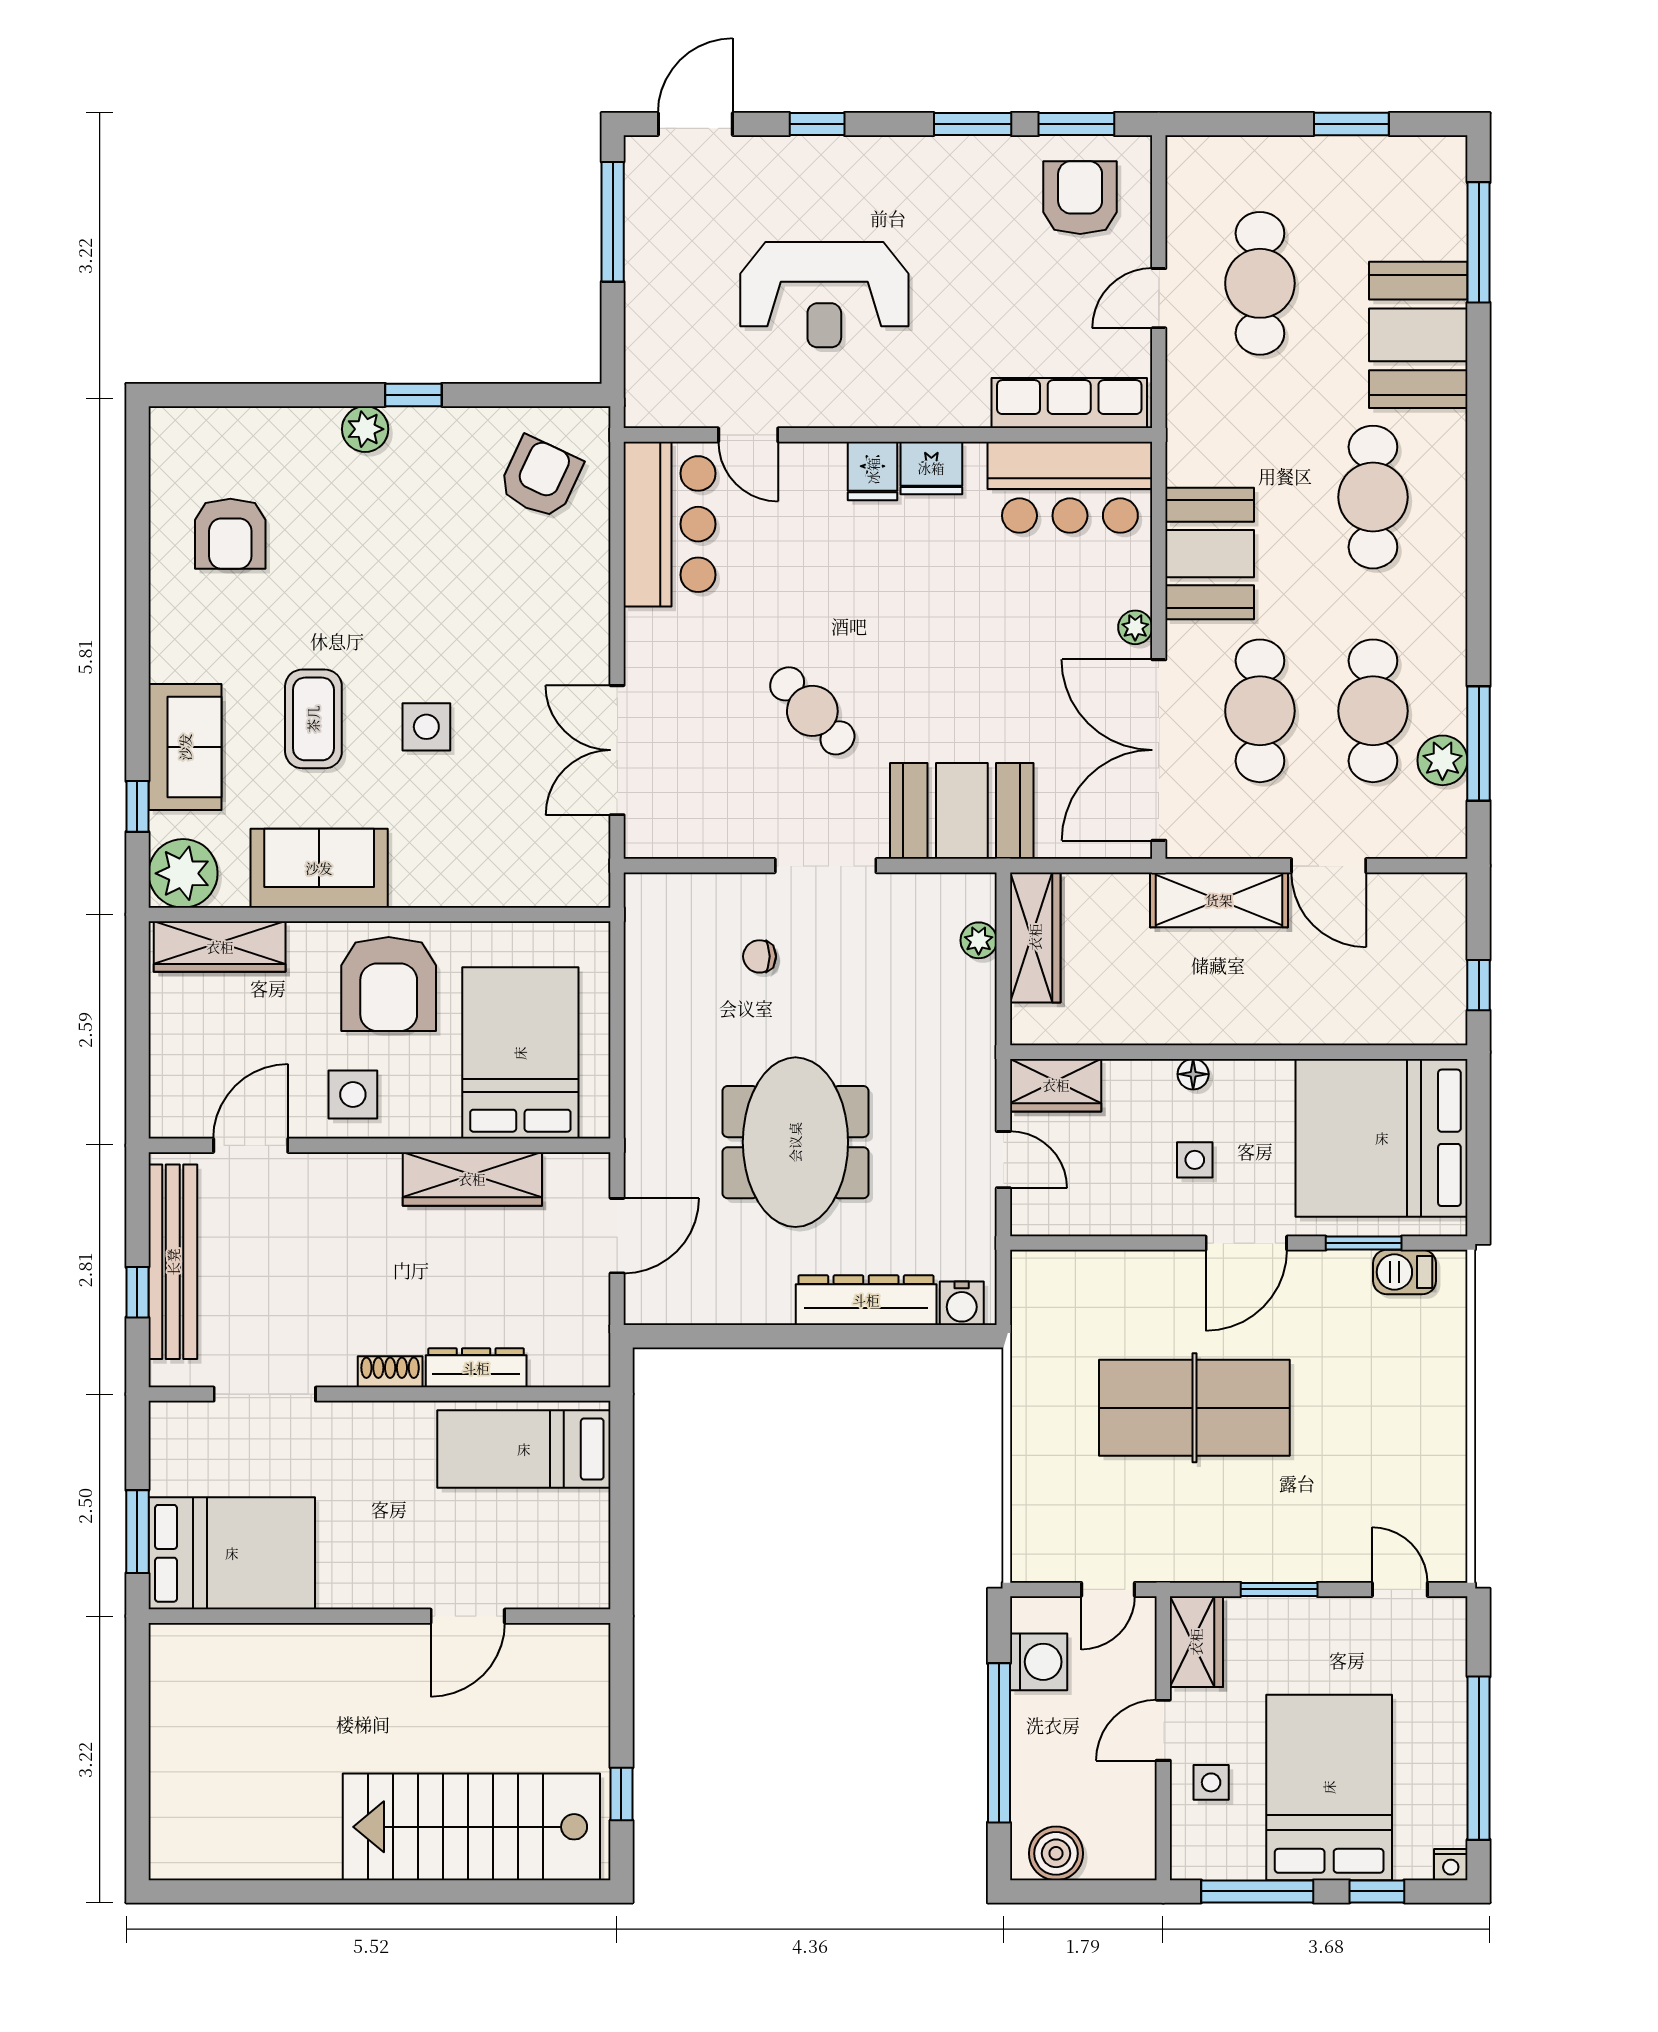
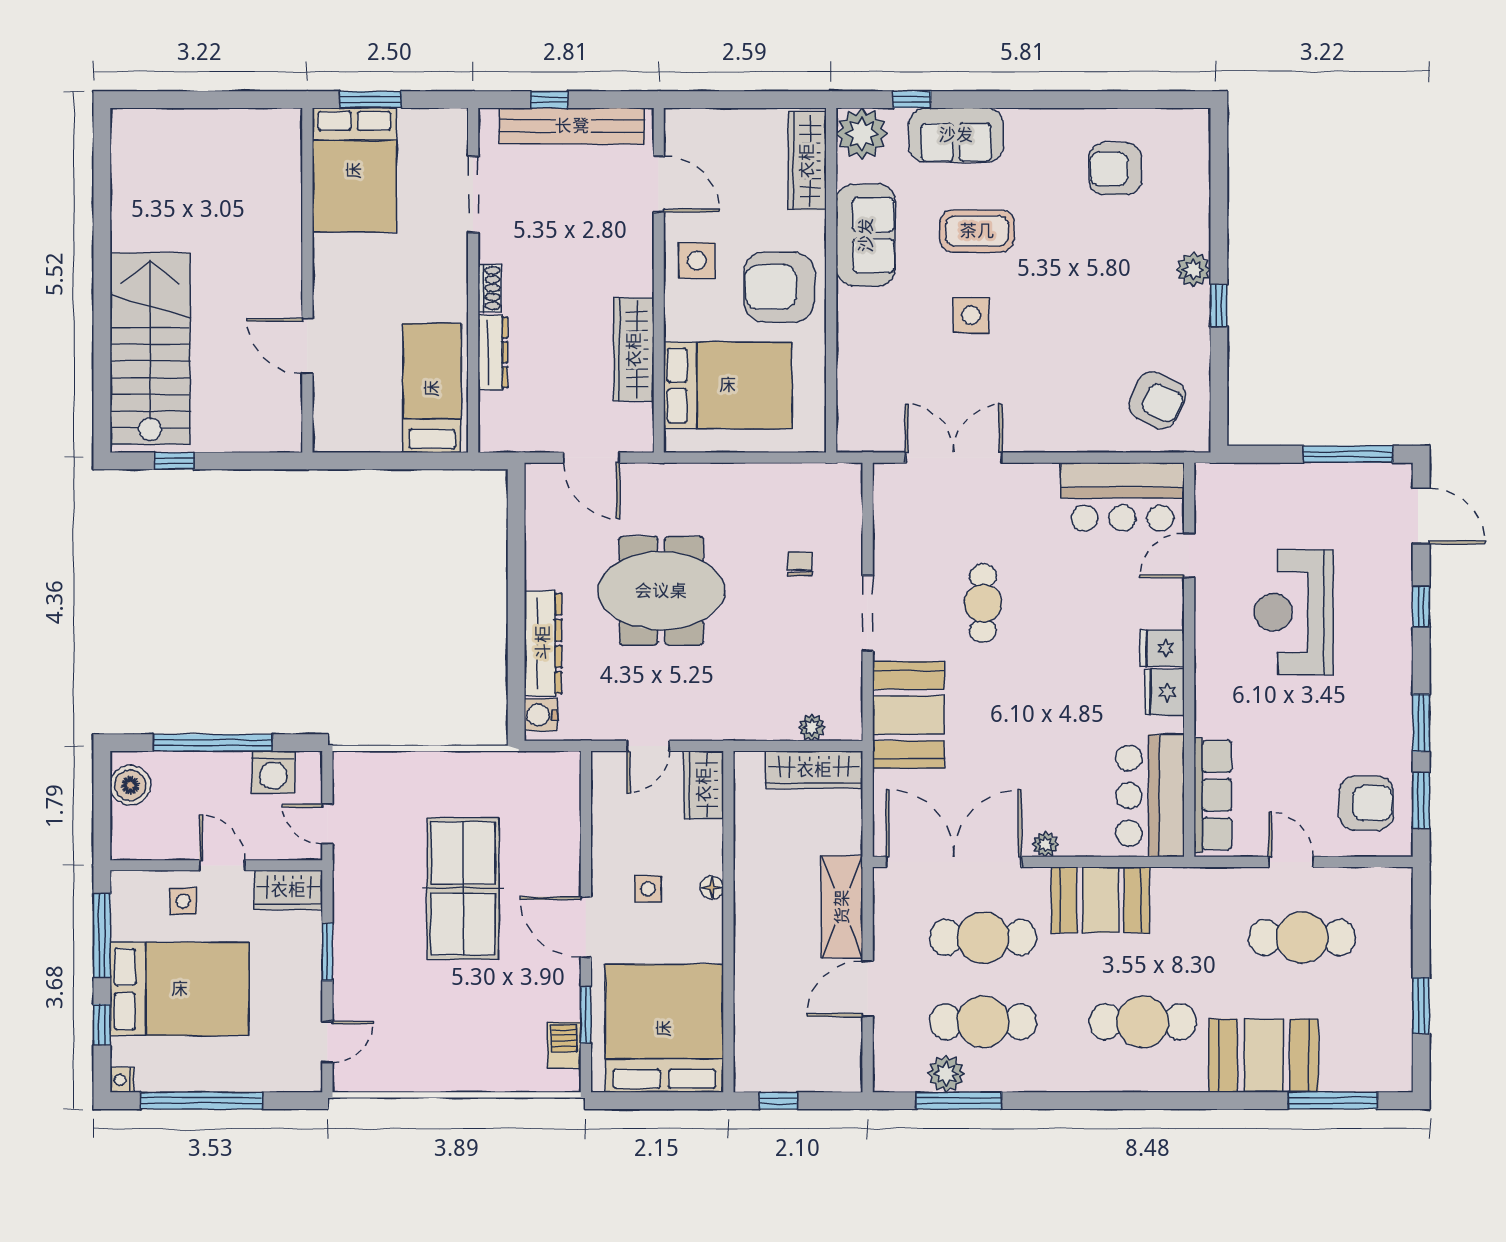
cafe table: (812, 711) -> (983, 603), turned -47

